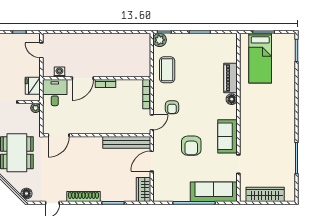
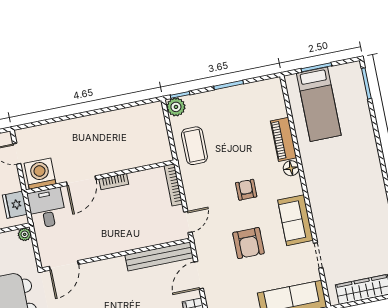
washing machine: (59, 72) -> (40, 174), width x1.89, depth x1.89
armchair: (172, 107) -> (246, 190), moved, turned 180

